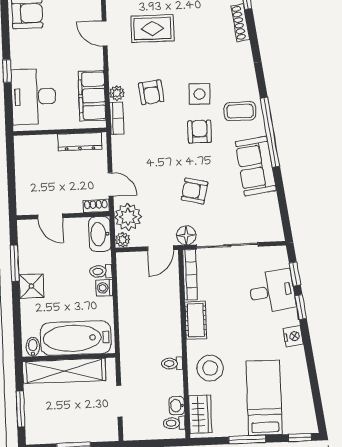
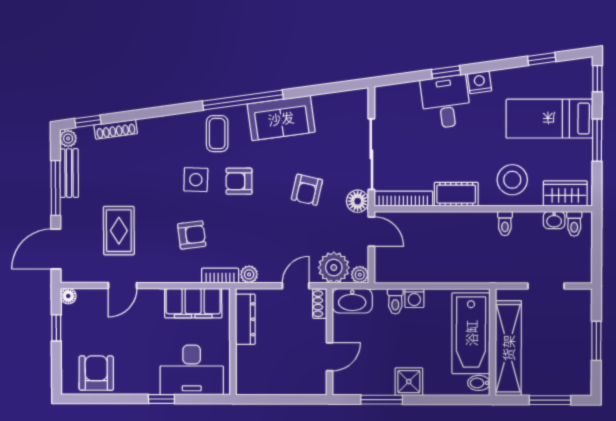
plant: (117, 93) -> (249, 274), moved
window: (295, 274) -> (542, 59), moved
desk: (272, 291) -> (446, 102), moved

